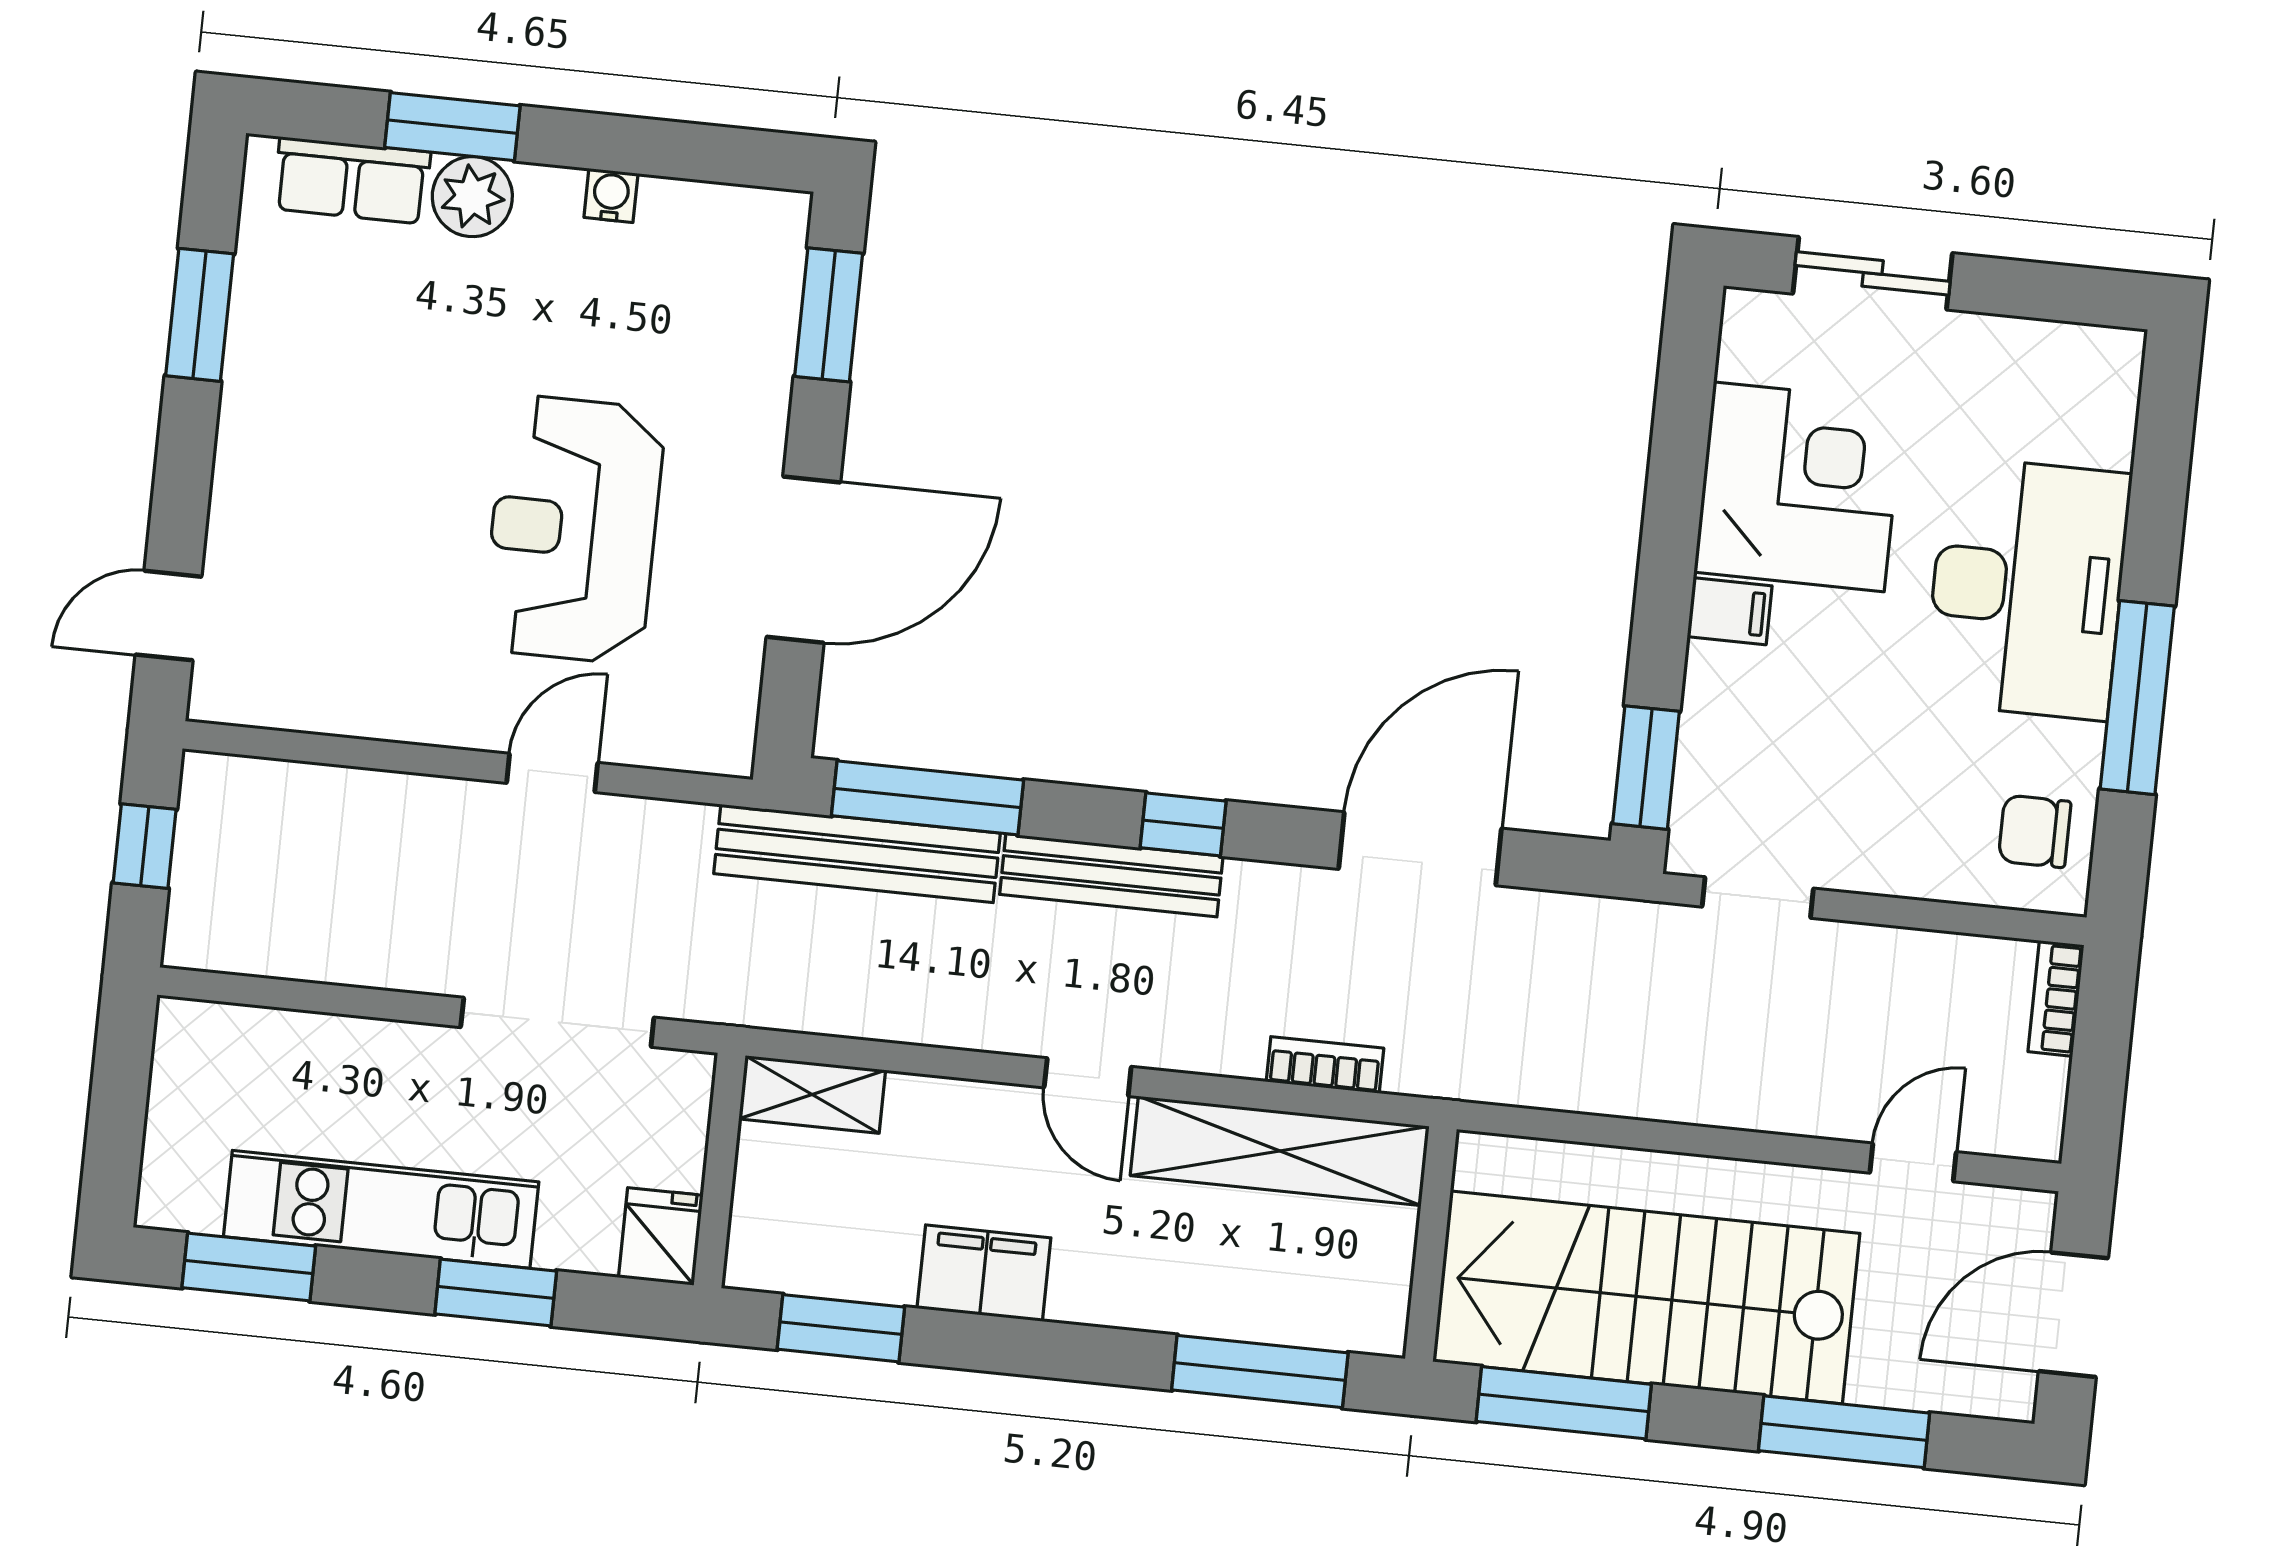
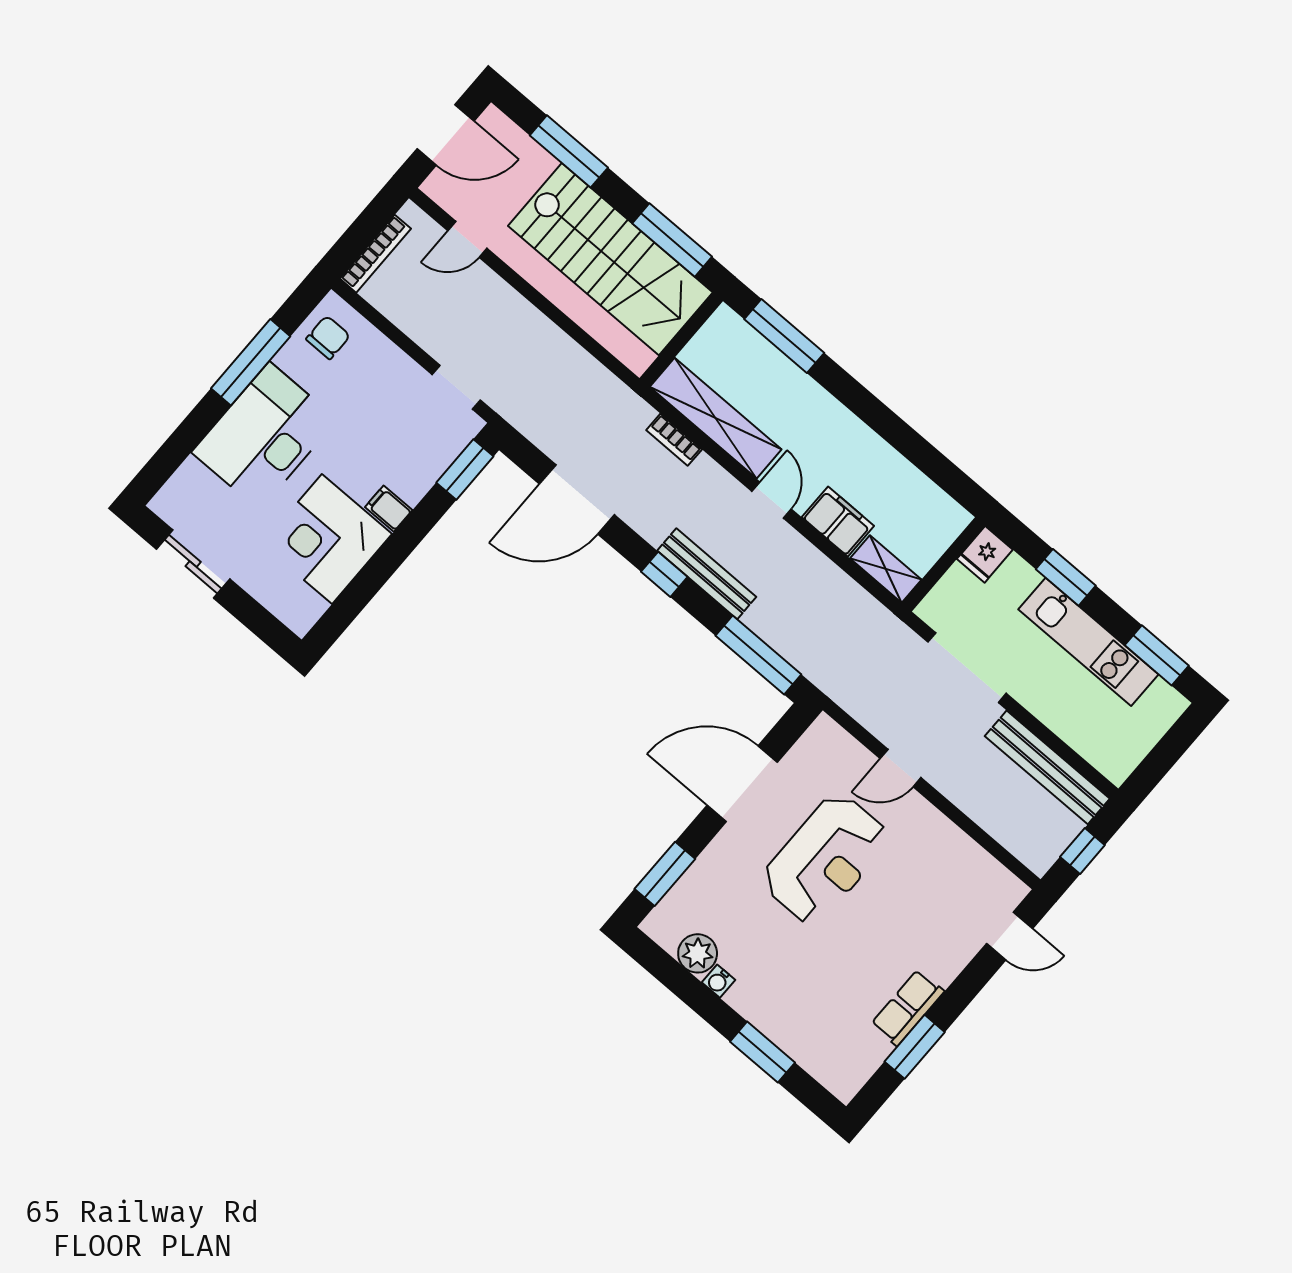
row of seats: (352, 180) -> (908, 1008), moved, turned -90
plant: (472, 197) -> (698, 953), moved
sliding door: (1873, 273) -> (193, 564), moved
chair: (2035, 831) -> (328, 337), turned -90
bench: (857, 853) -> (1047, 767), moved
bookcase: (2056, 998) -> (375, 254), width x1.56
filing cabinet: (984, 1273) -> (838, 522), moved, turned 180
window: (841, 1328) -> (939, 468), removed

